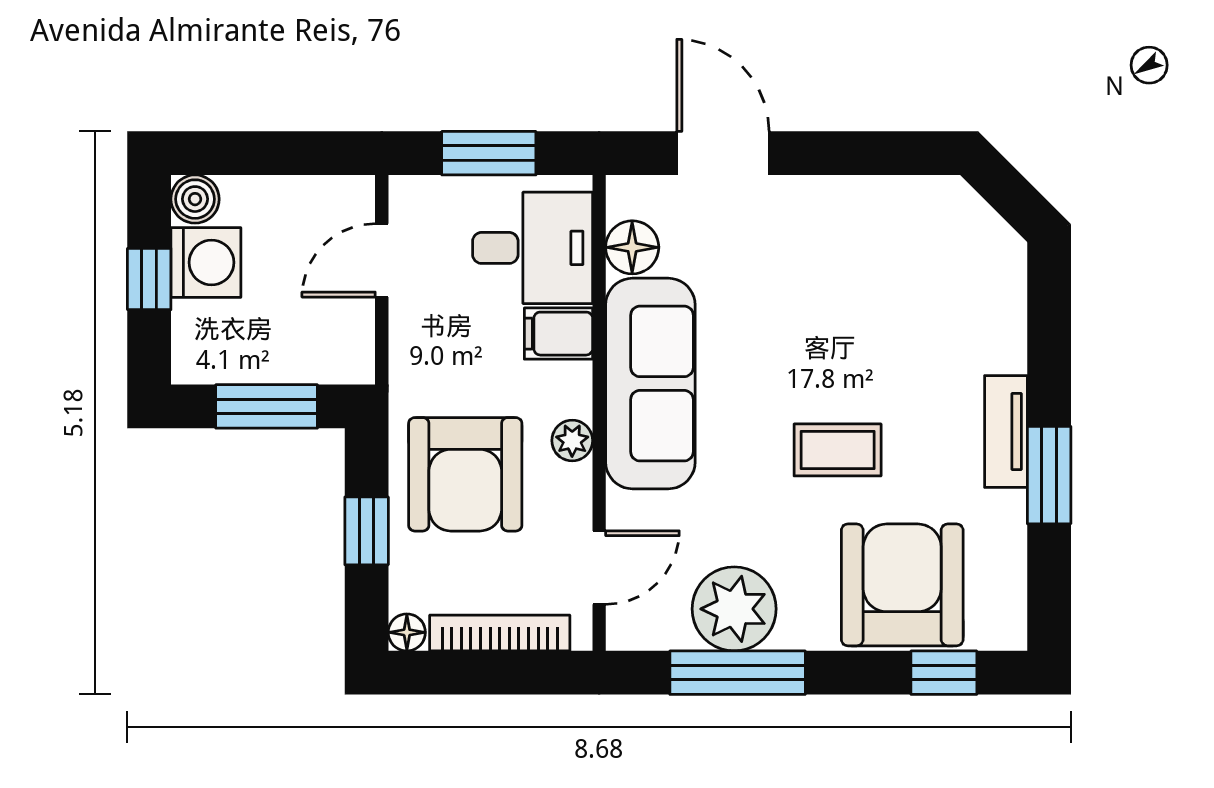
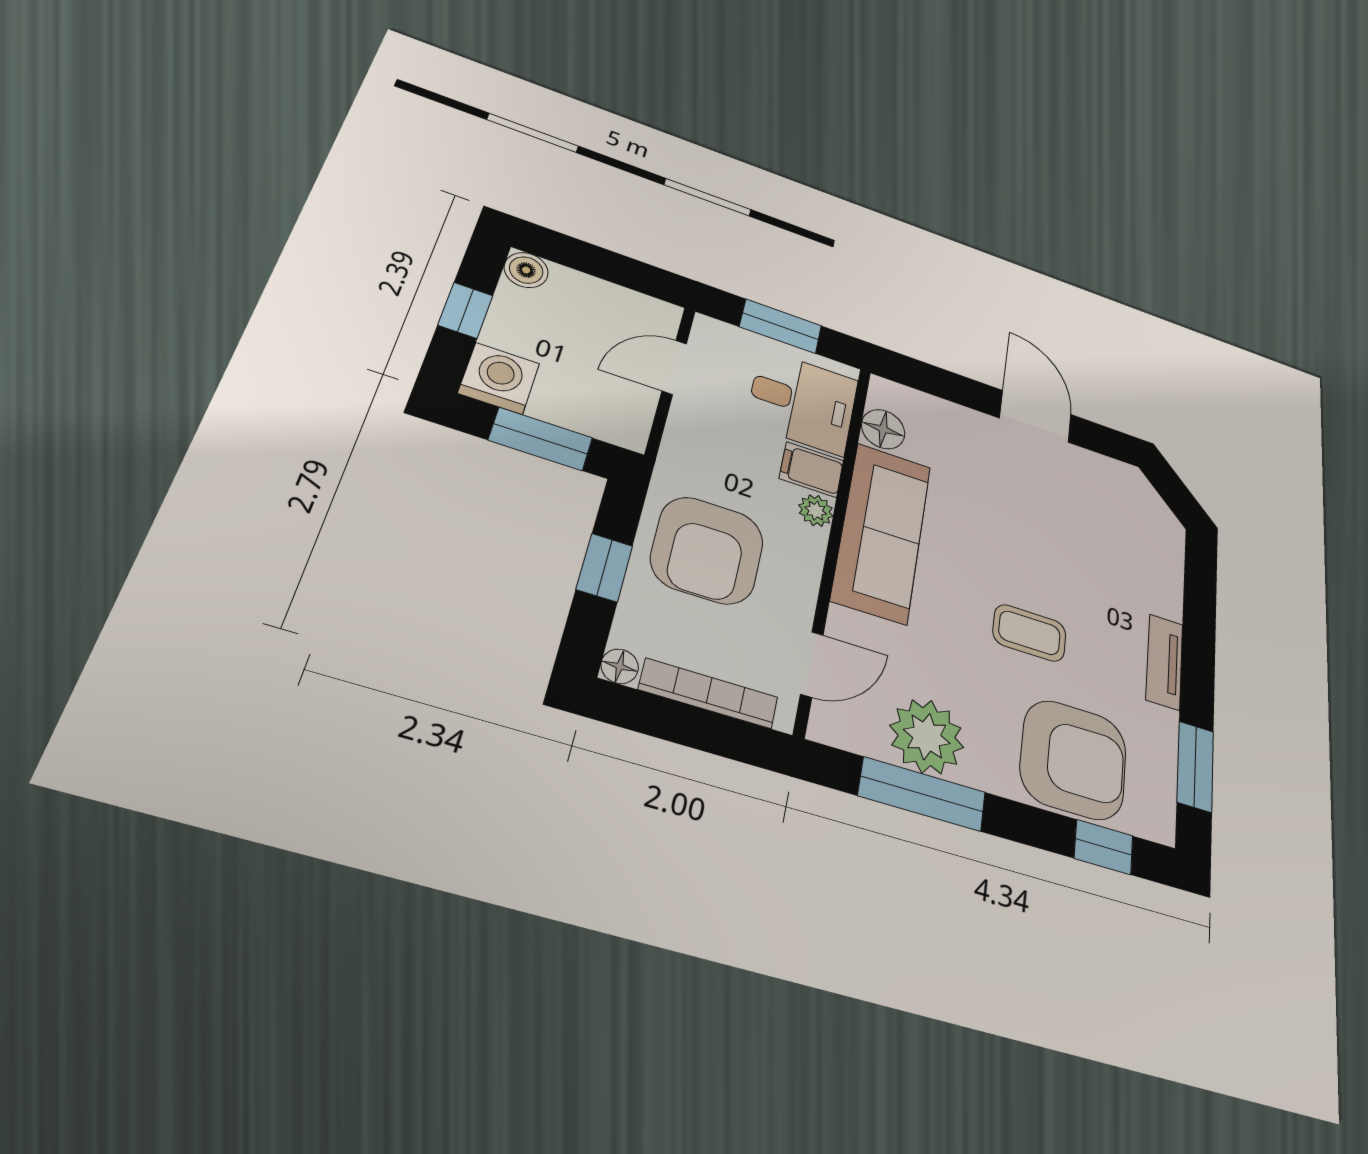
door: (723, 153) -> (1036, 416), moved
washing machine: (206, 262) -> (499, 378), moved, turned -90
plant: (572, 441) -> (816, 511), moved
window: (1049, 475) -> (1195, 766), moved
armchair: (902, 585) -> (1073, 760), turned 90

